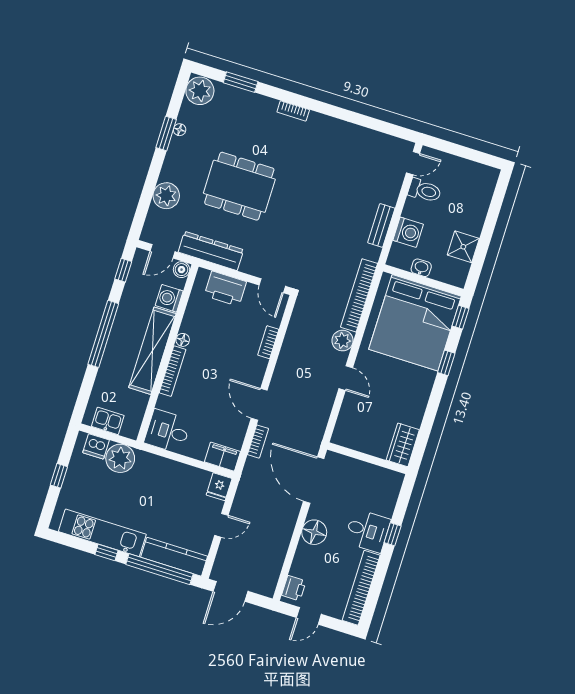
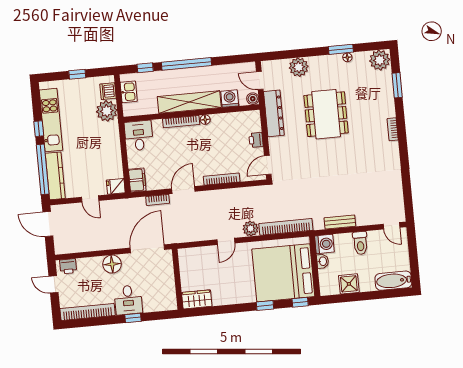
bathtub: (483, 189) -> (393, 281), added
toilet: (425, 191) -> (360, 243), moved
washing machine: (408, 232) -> (324, 244), moved, turned -90
window: (123, 270) -> (145, 68), moved
printer: (225, 289) -> (256, 140), width x0.53, depth x0.68
bookcase: (268, 342) -> (222, 179), width x1.56

